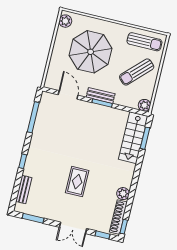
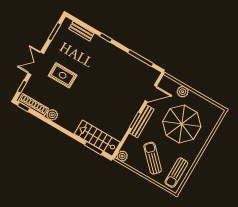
plant: (65, 21) -> (183, 92), moved
bench: (101, 96) -> (142, 121), width x1.36
rug: (77, 182) -> (63, 75), moved

